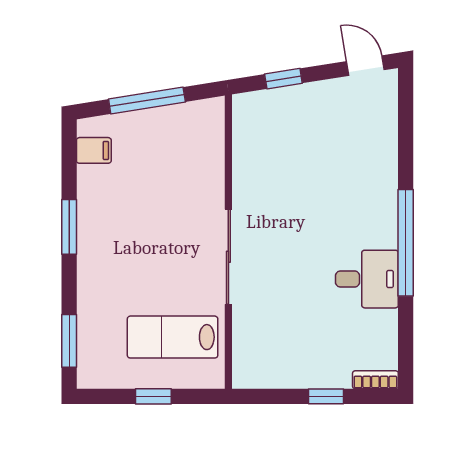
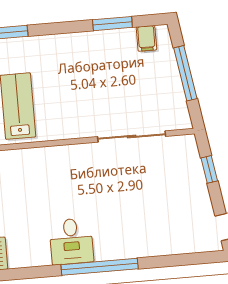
window: (69, 227) -> (112, 24), moved
sliding door: (228, 257) -> (132, 136), moved

